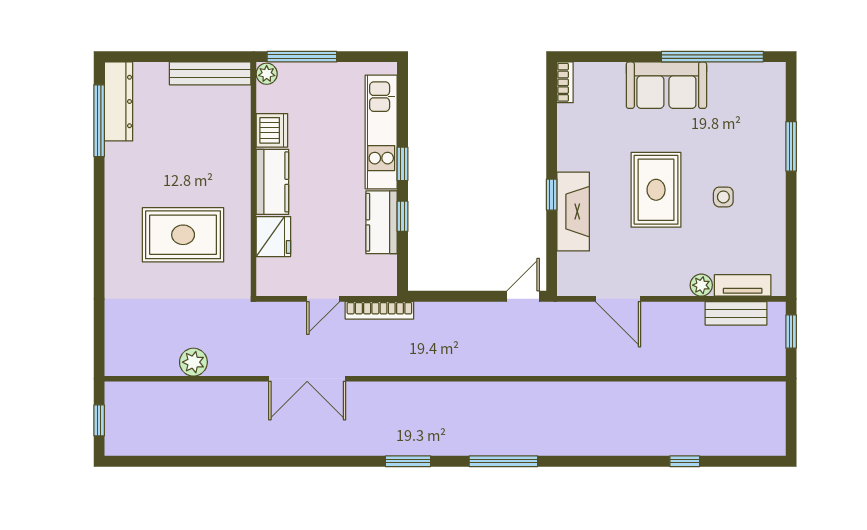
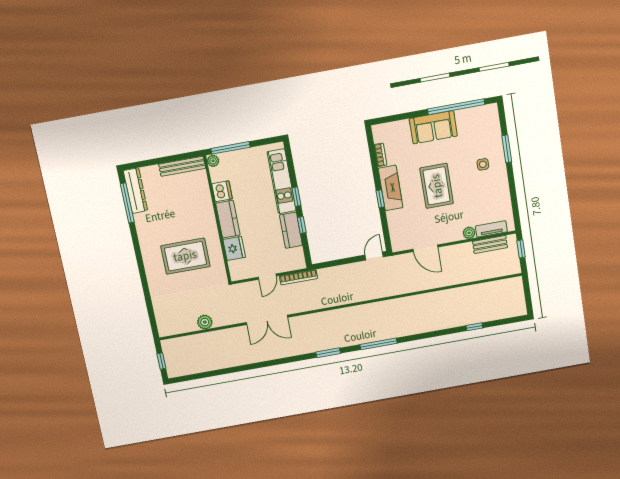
bookcase: (565, 82) -> (380, 155), moved
side table: (723, 197) -> (483, 164), moved
fireplace: (573, 212) -> (391, 188), moved

